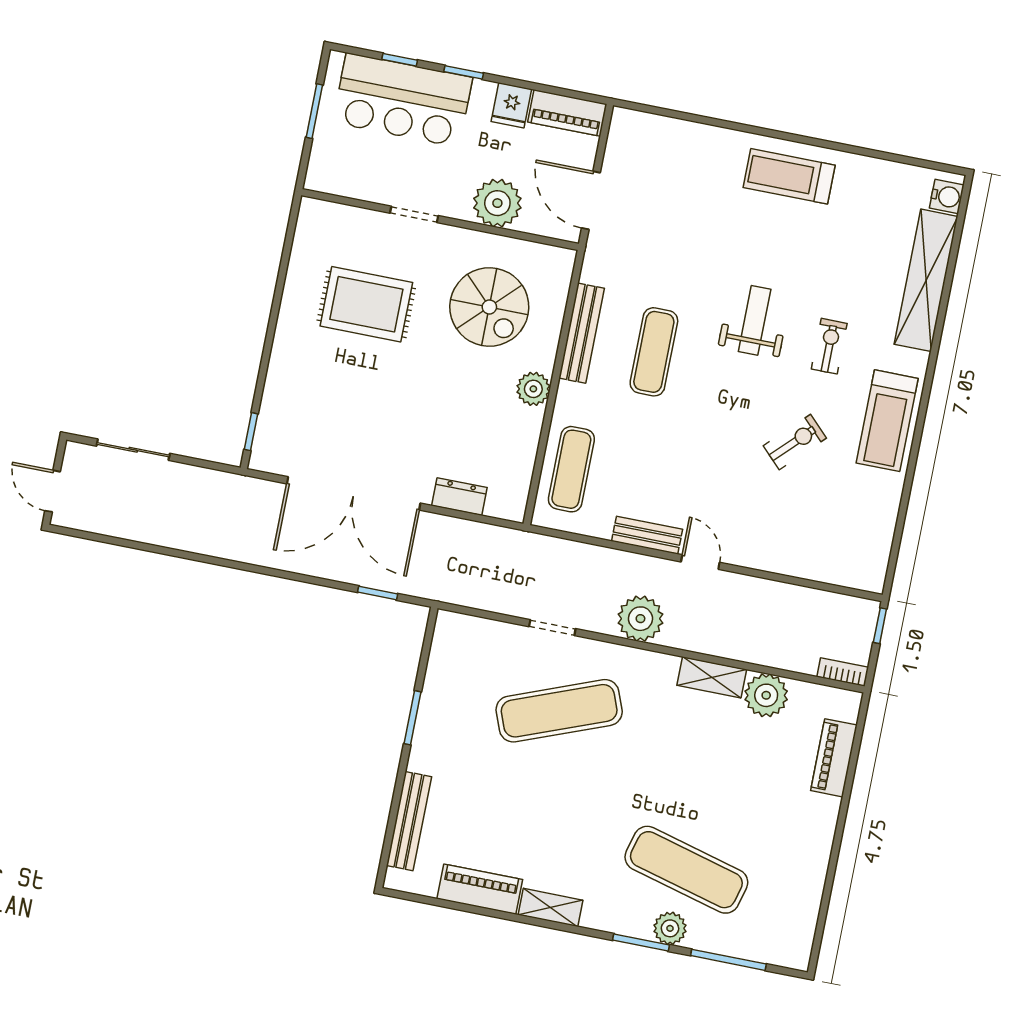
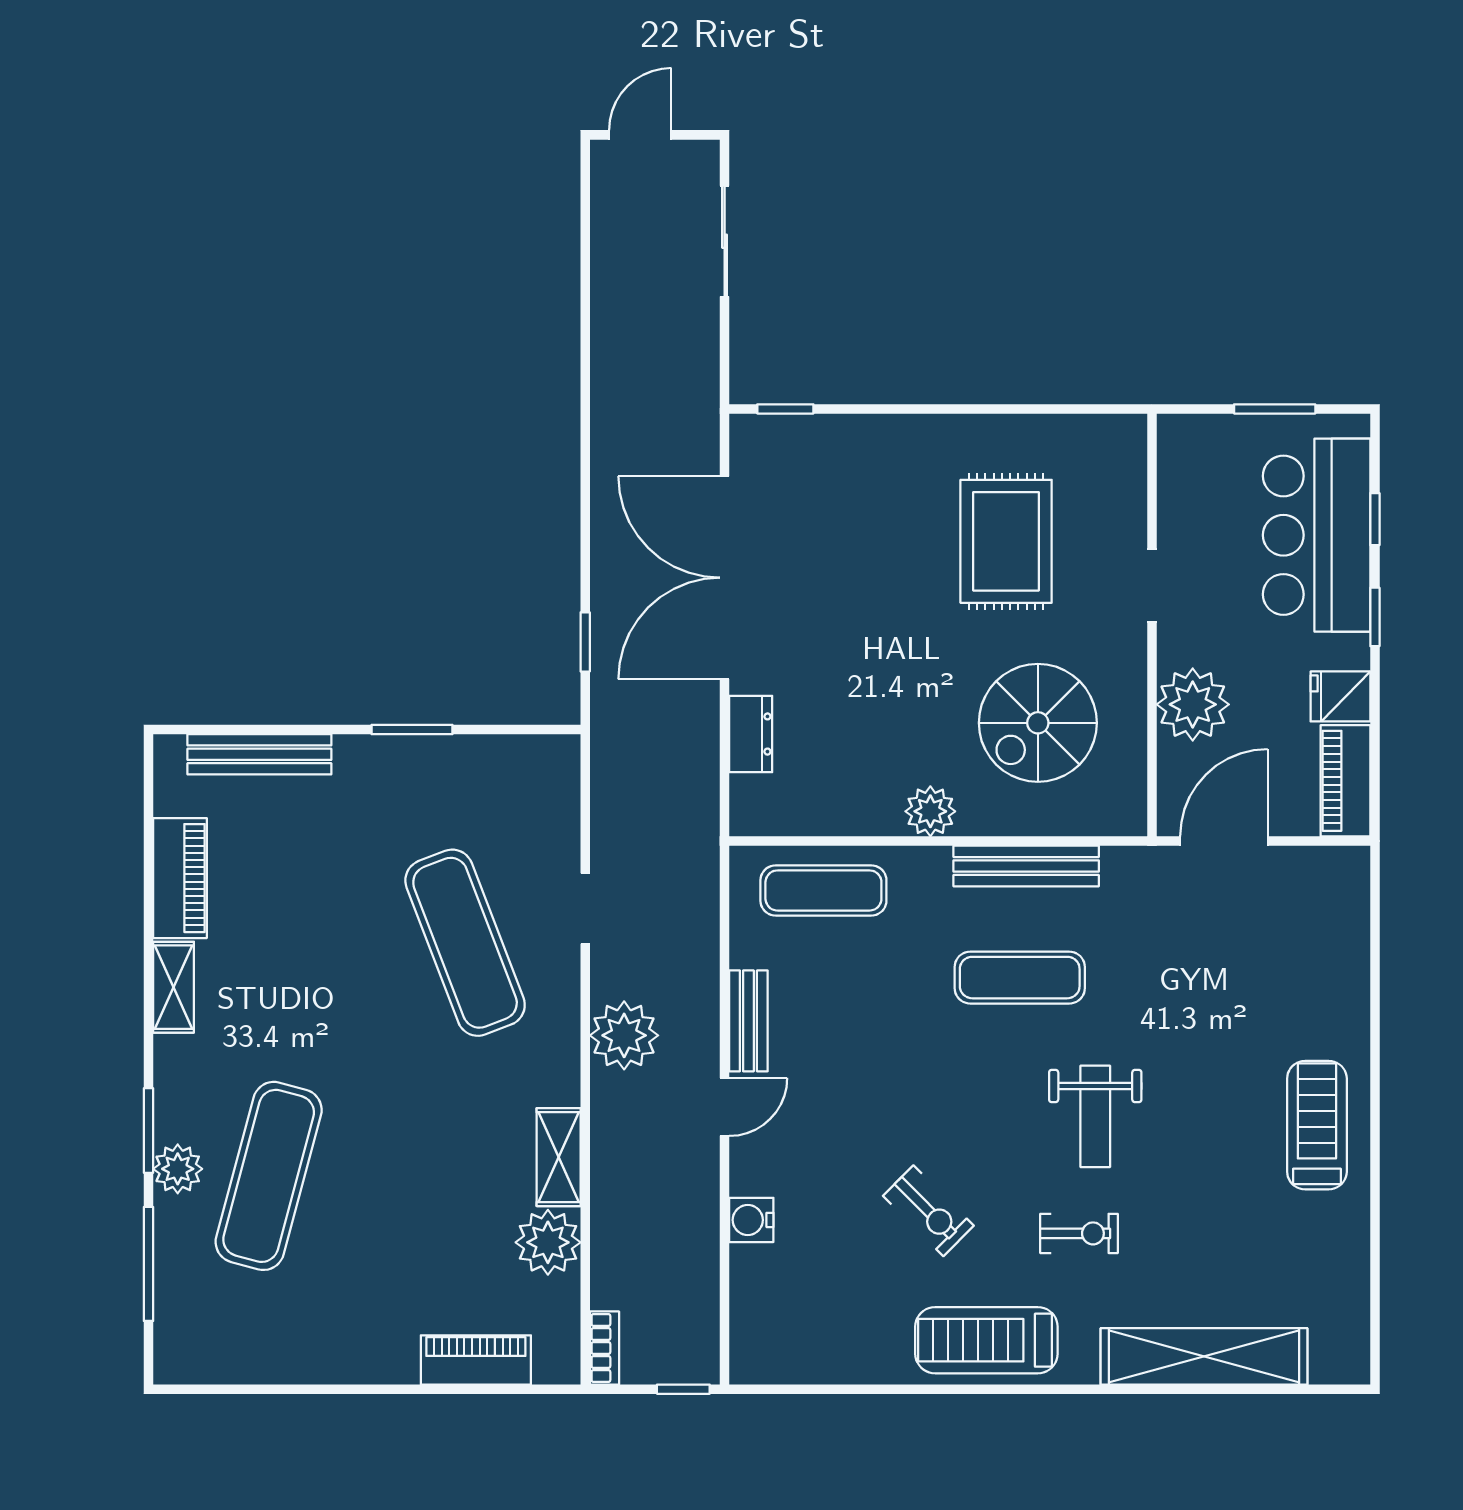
water cooler: (947, 196) -> (751, 1220), moved, turned 90
weight bench: (755, 320) -> (1095, 1116), turned 90

